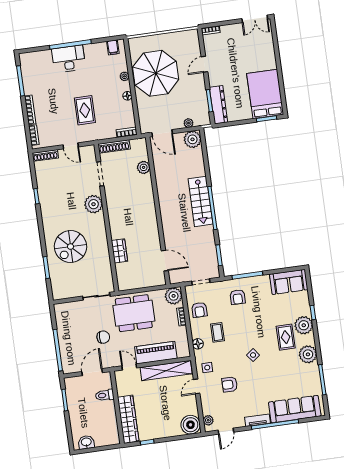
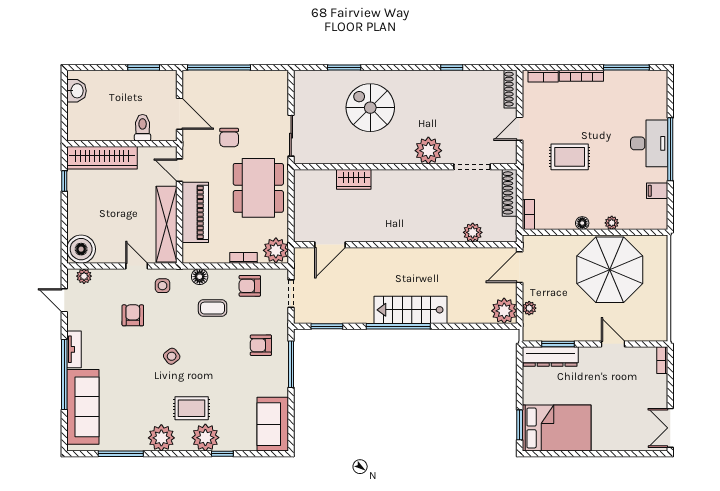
filing cabinet: (113, 47) -> (657, 191), moved
door: (129, 367) -> (179, 170), swing flipped

